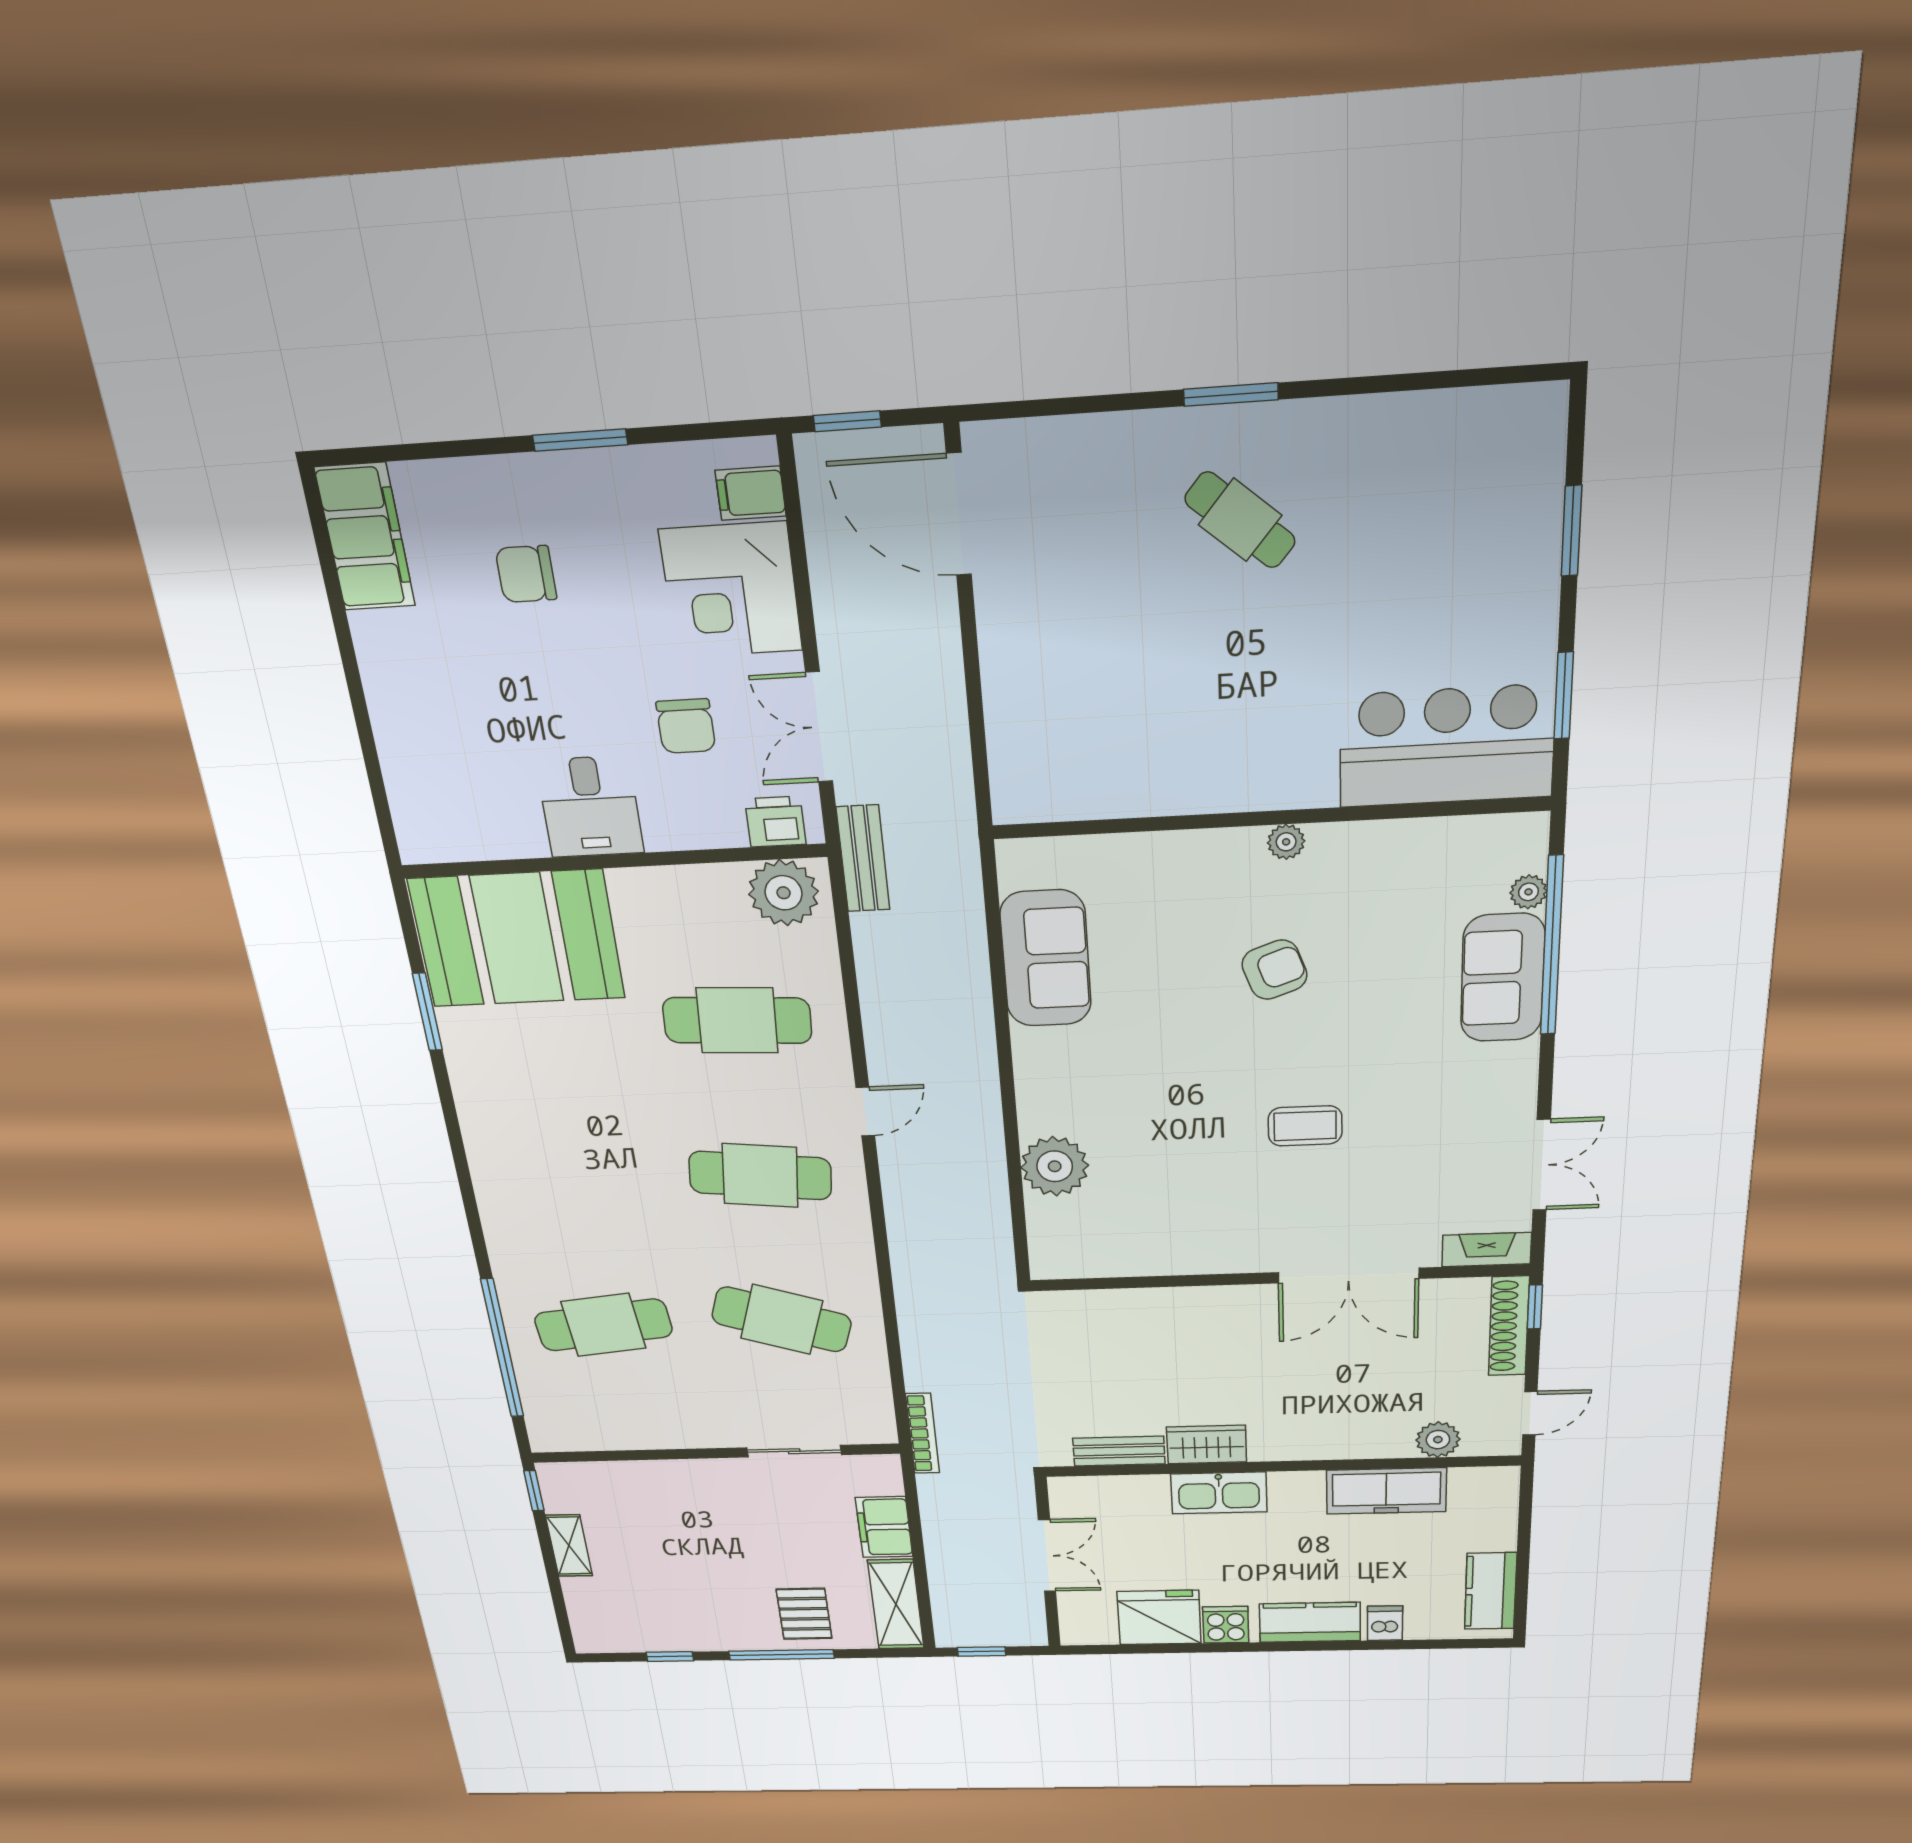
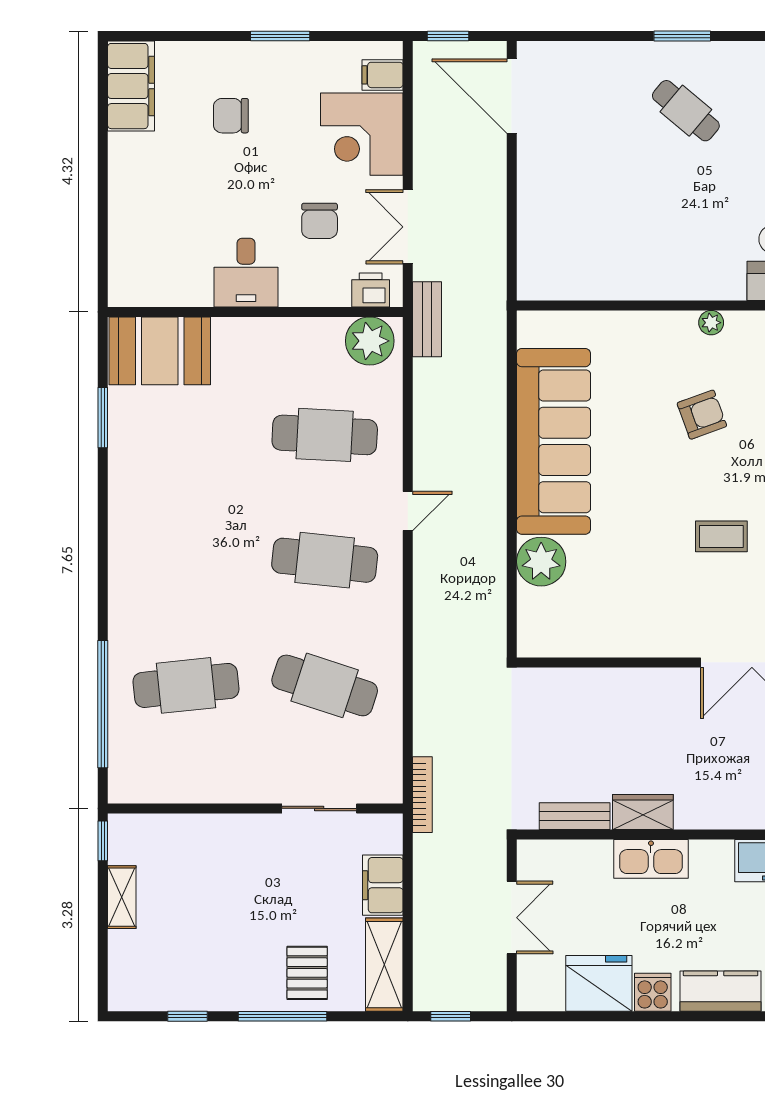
booth: (517, 939) -> (160, 351), width x0.73, depth x0.70
sofa: (1046, 959) -> (554, 441), width x1.85, depth x1.27

